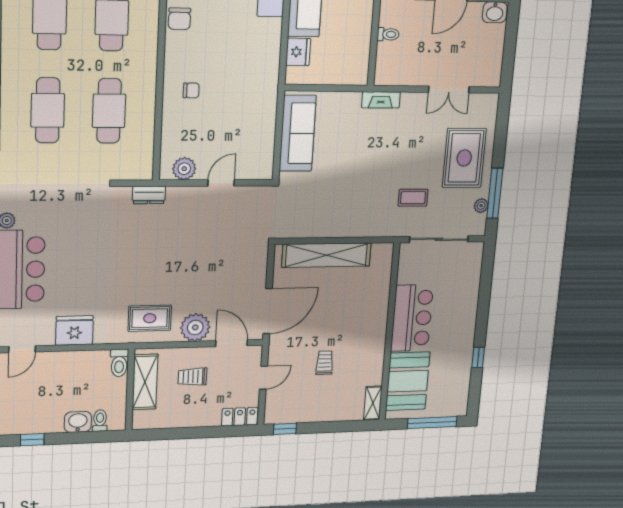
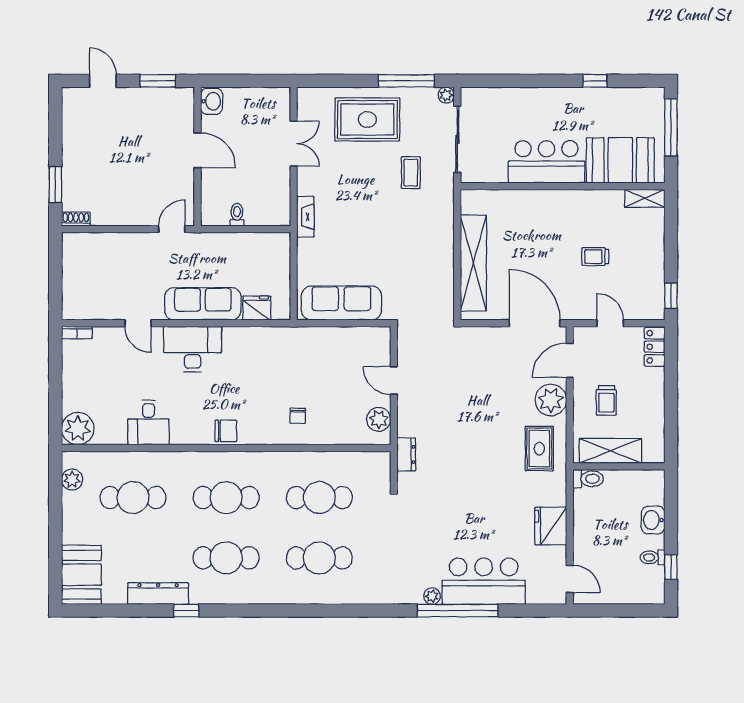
chair: (191, 90) -> (298, 416), turned 180
plant: (481, 206) -> (446, 95), moved
toilet: (100, 421) -> (652, 557), moved

